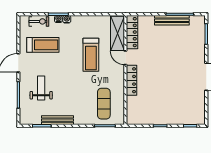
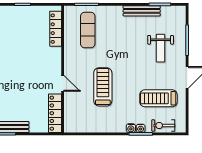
shelving: (117, 33) -> (72, 112), removed
locker: (131, 80) -> (56, 29), moved

